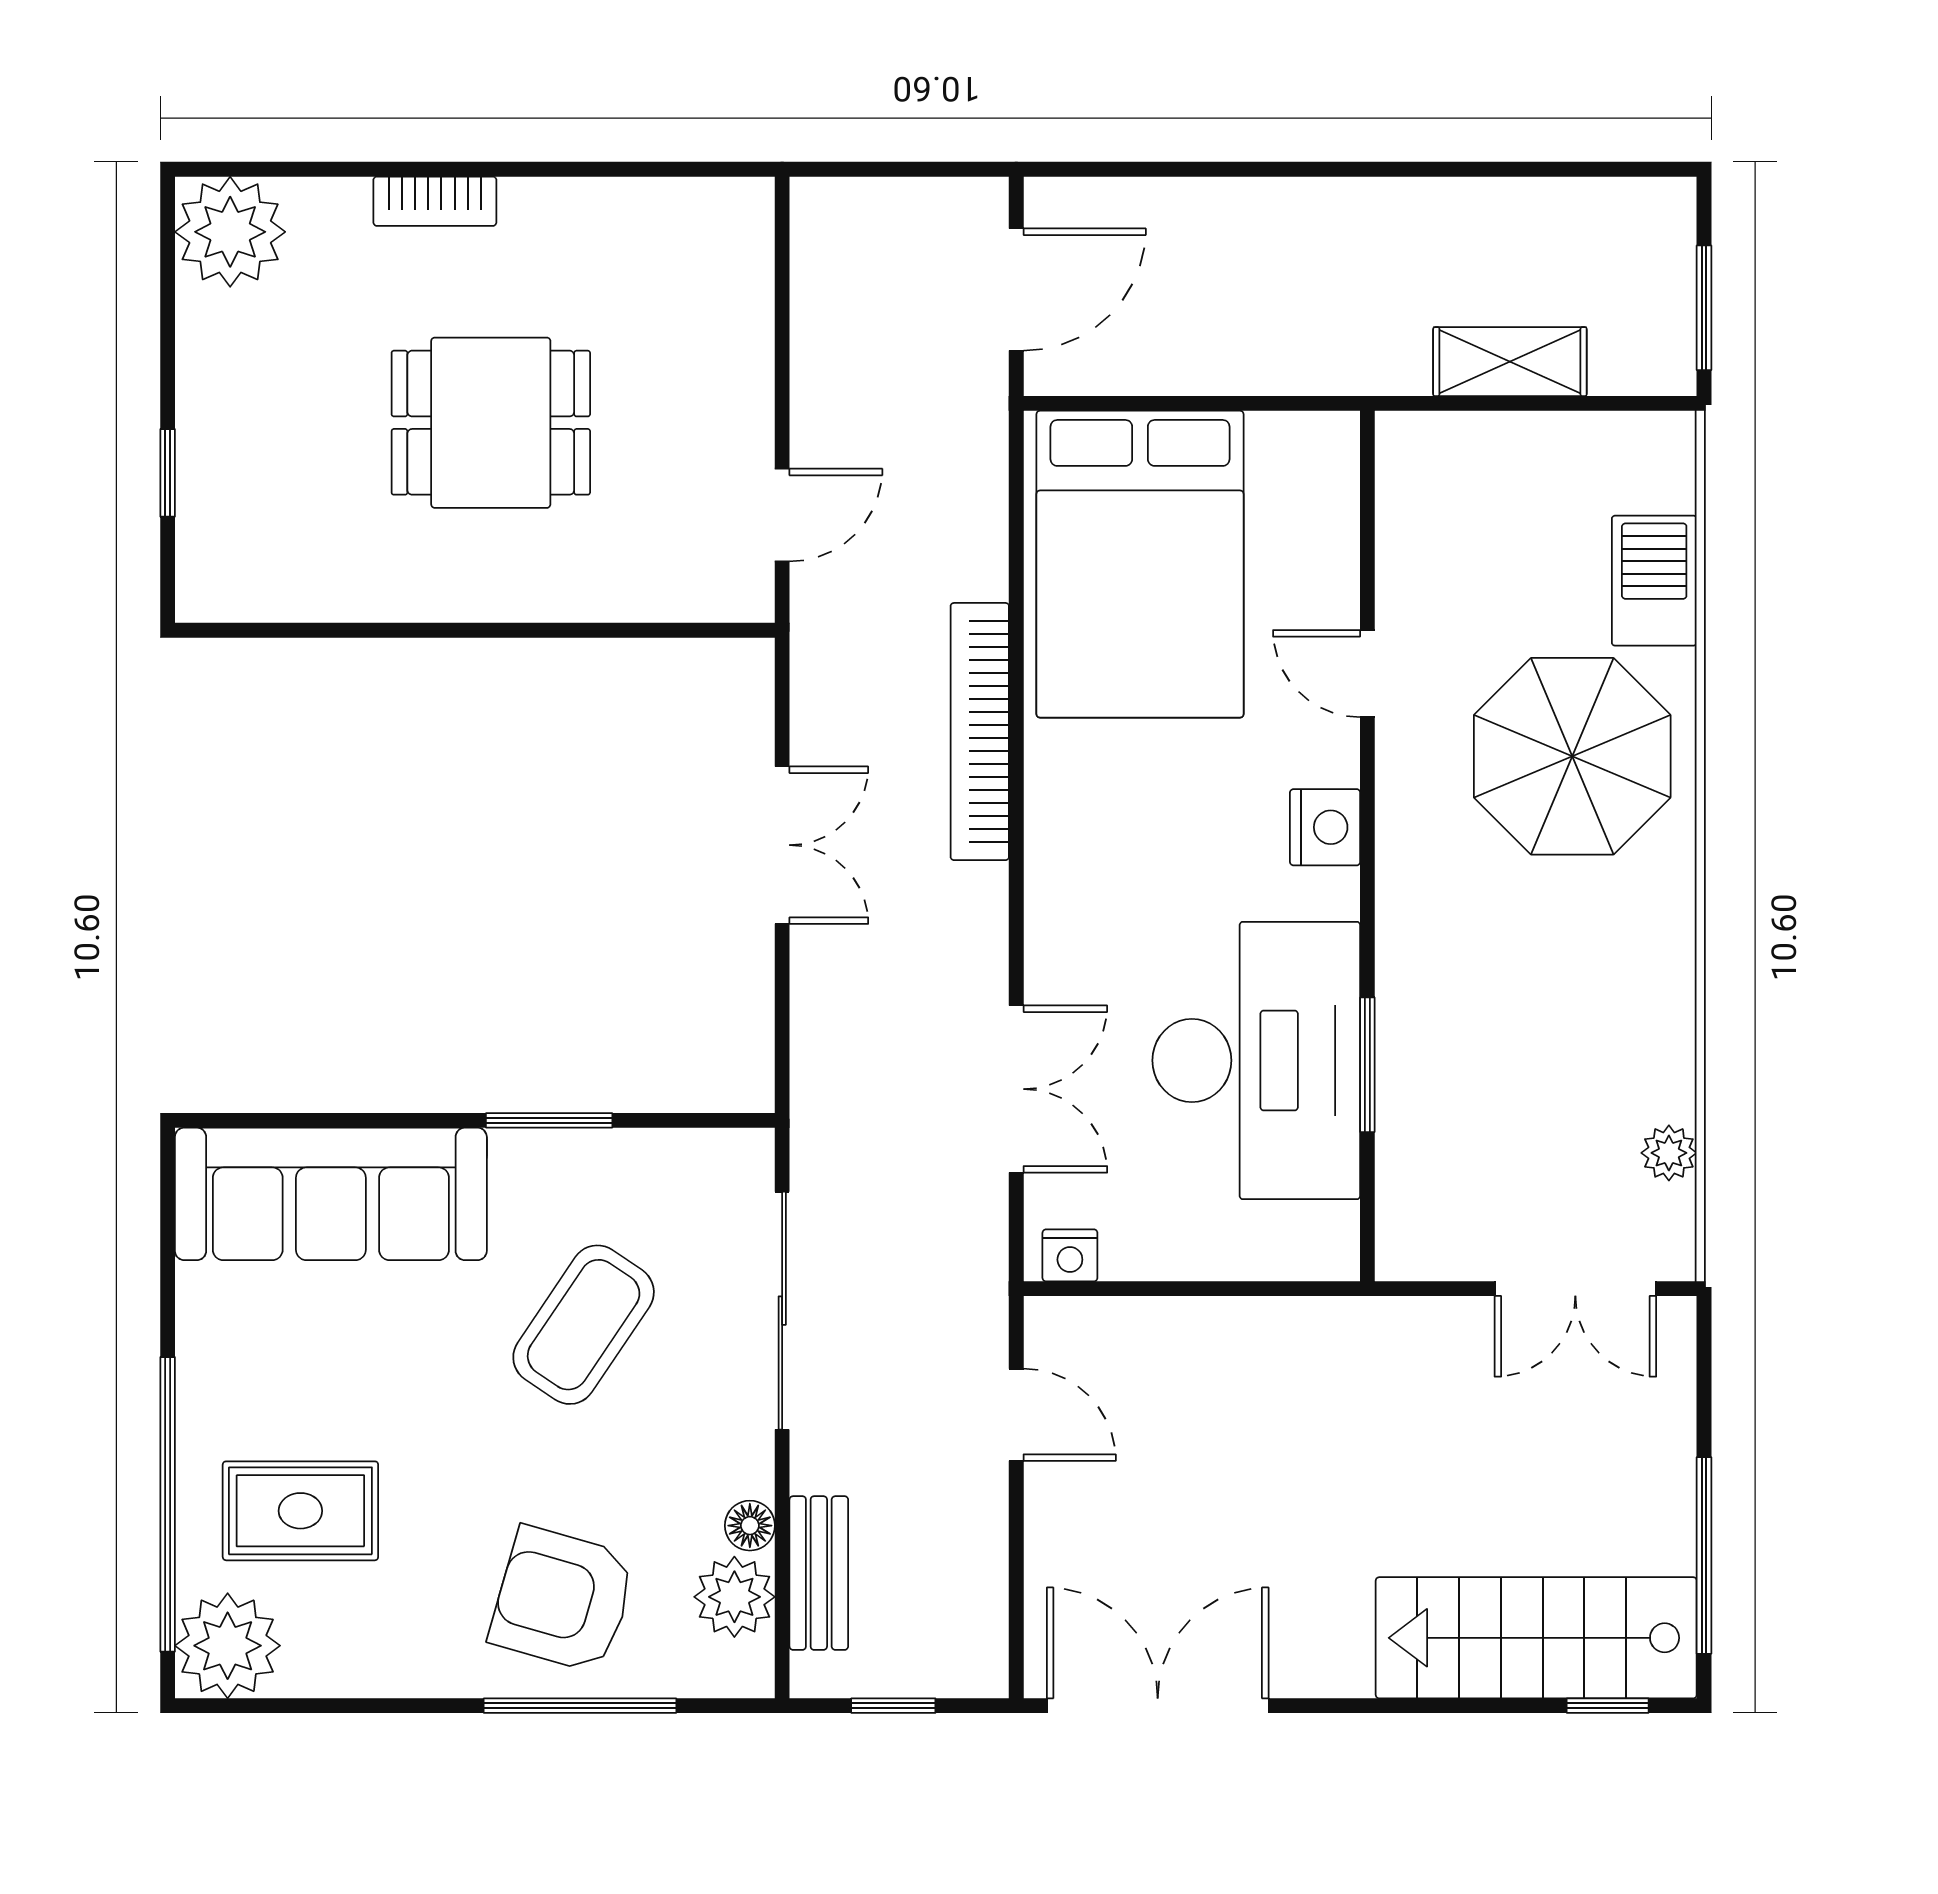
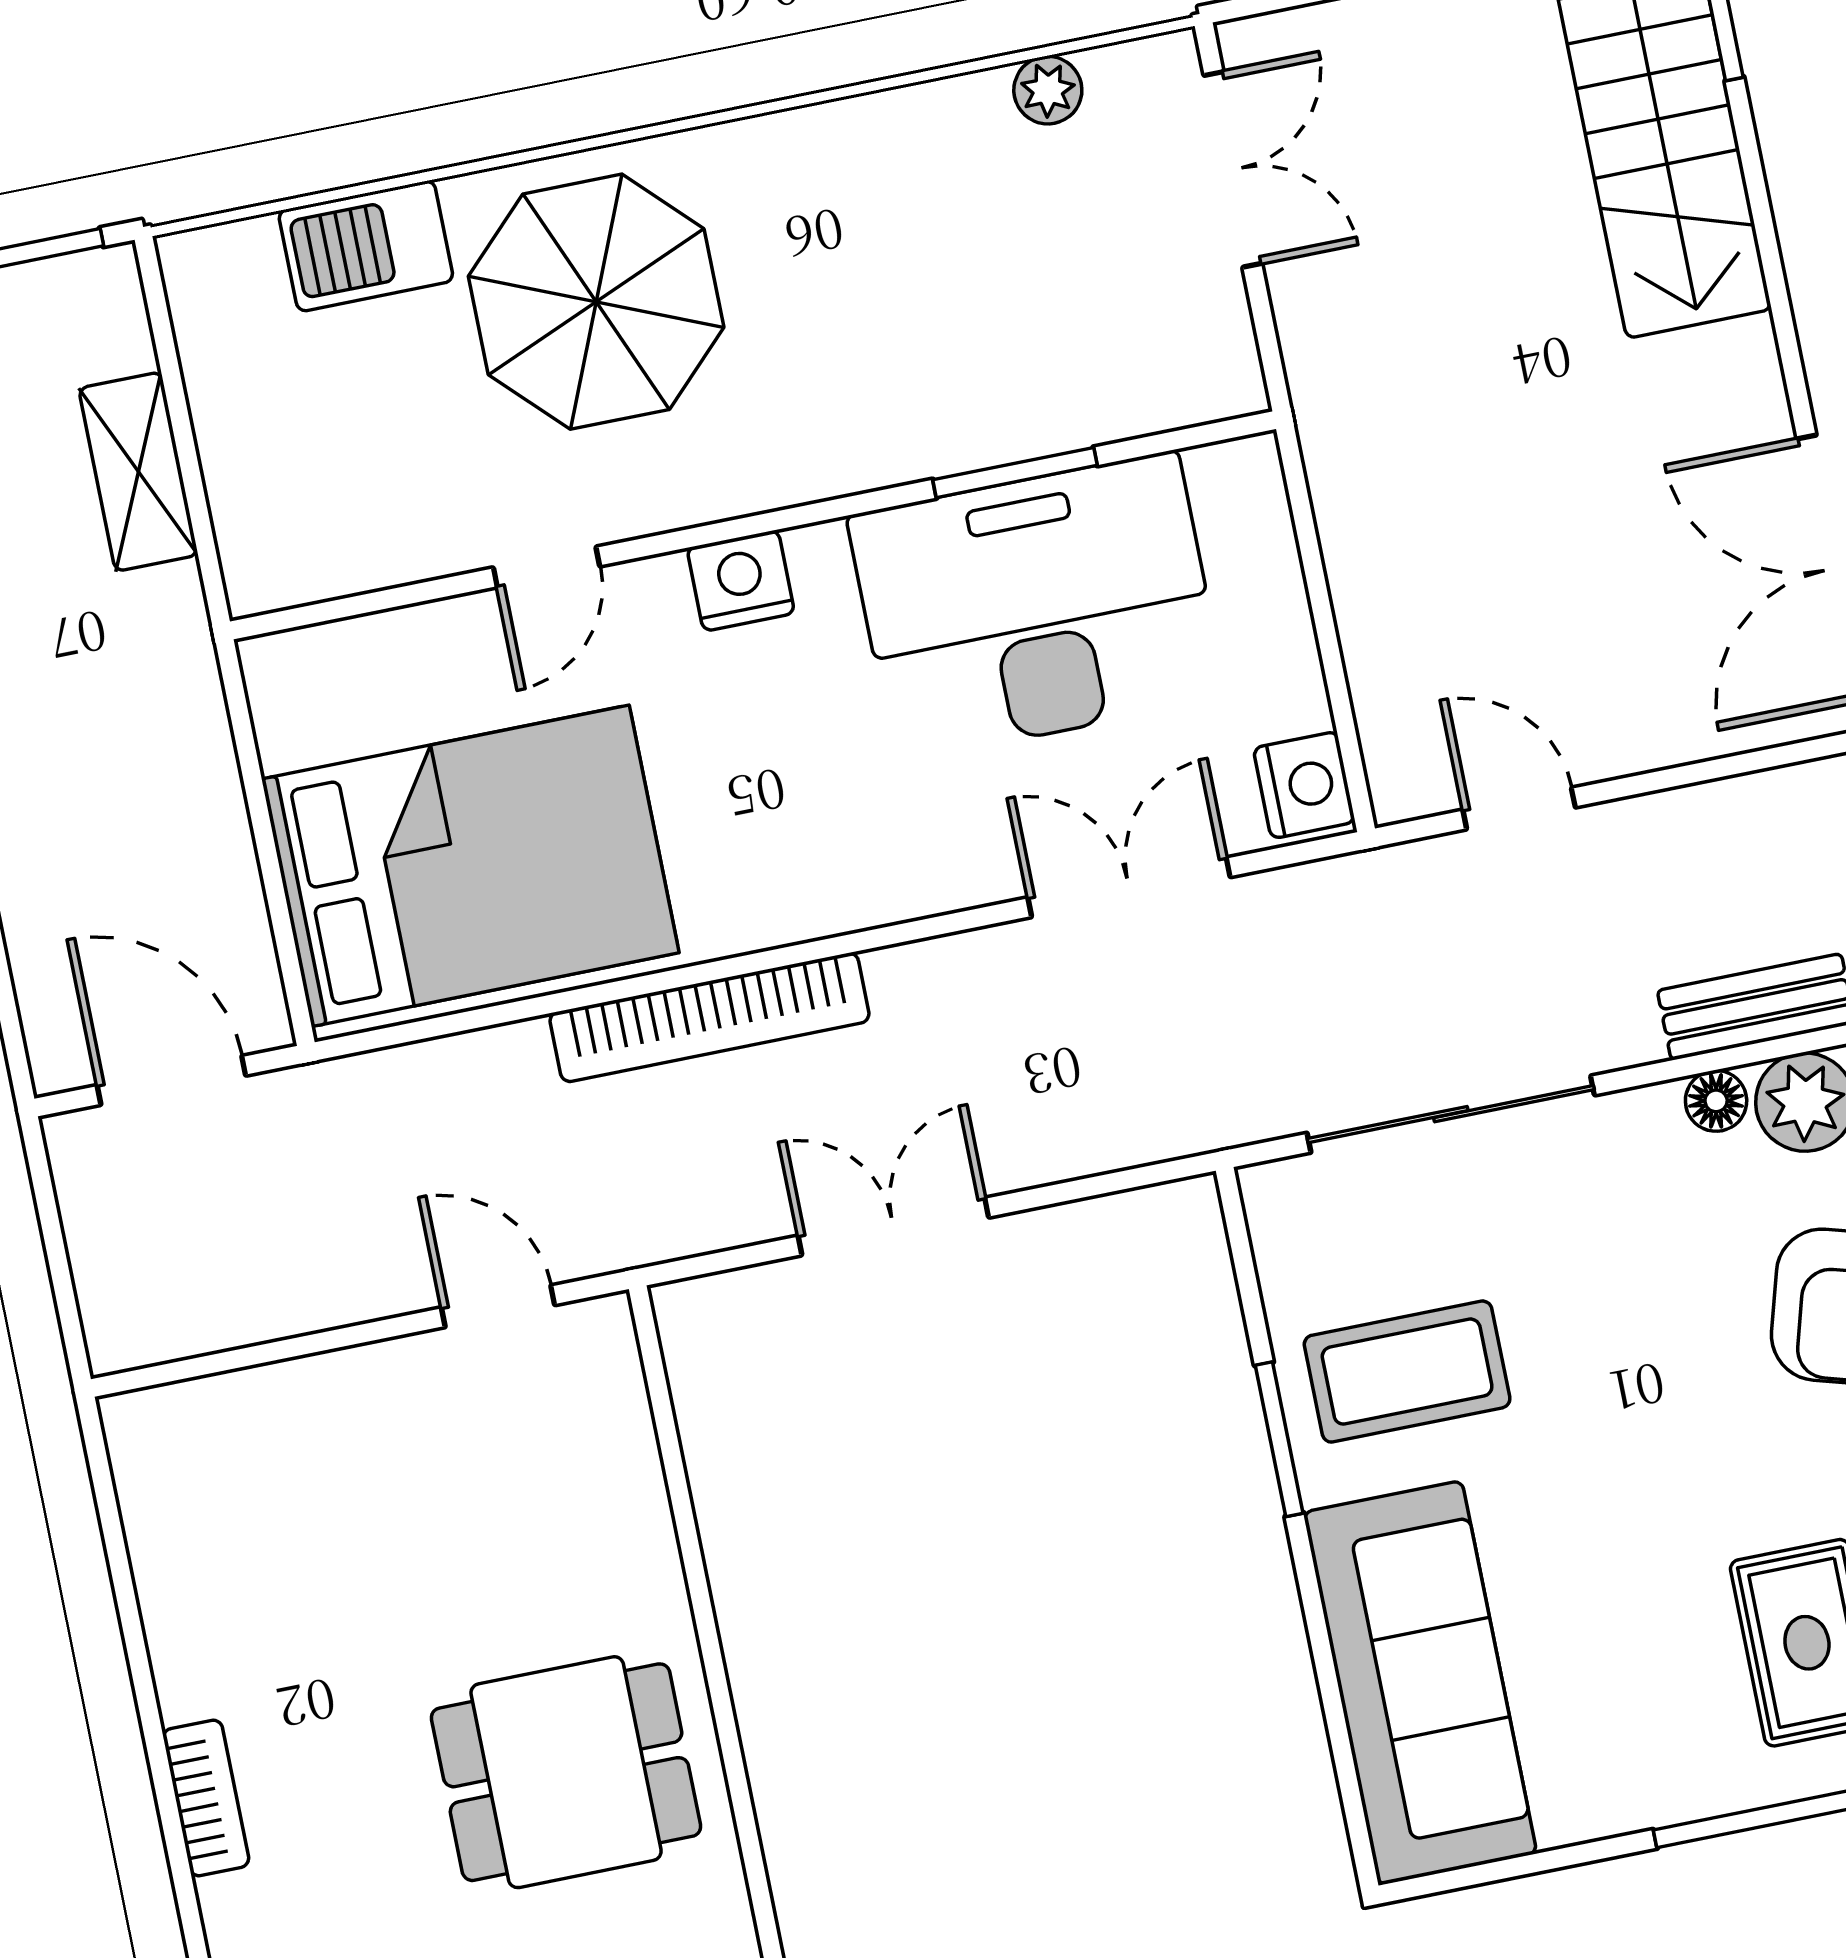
dining table: (491, 423) -> (566, 1772), moved, turned 90
nightstand: (1070, 1255) -> (1304, 785), width x1.39, depth x1.35
coffee table: (584, 1325) -> (1407, 1372), moved, turned -34
door: (1016, 1415) -> (1519, 809), hinge flipped

